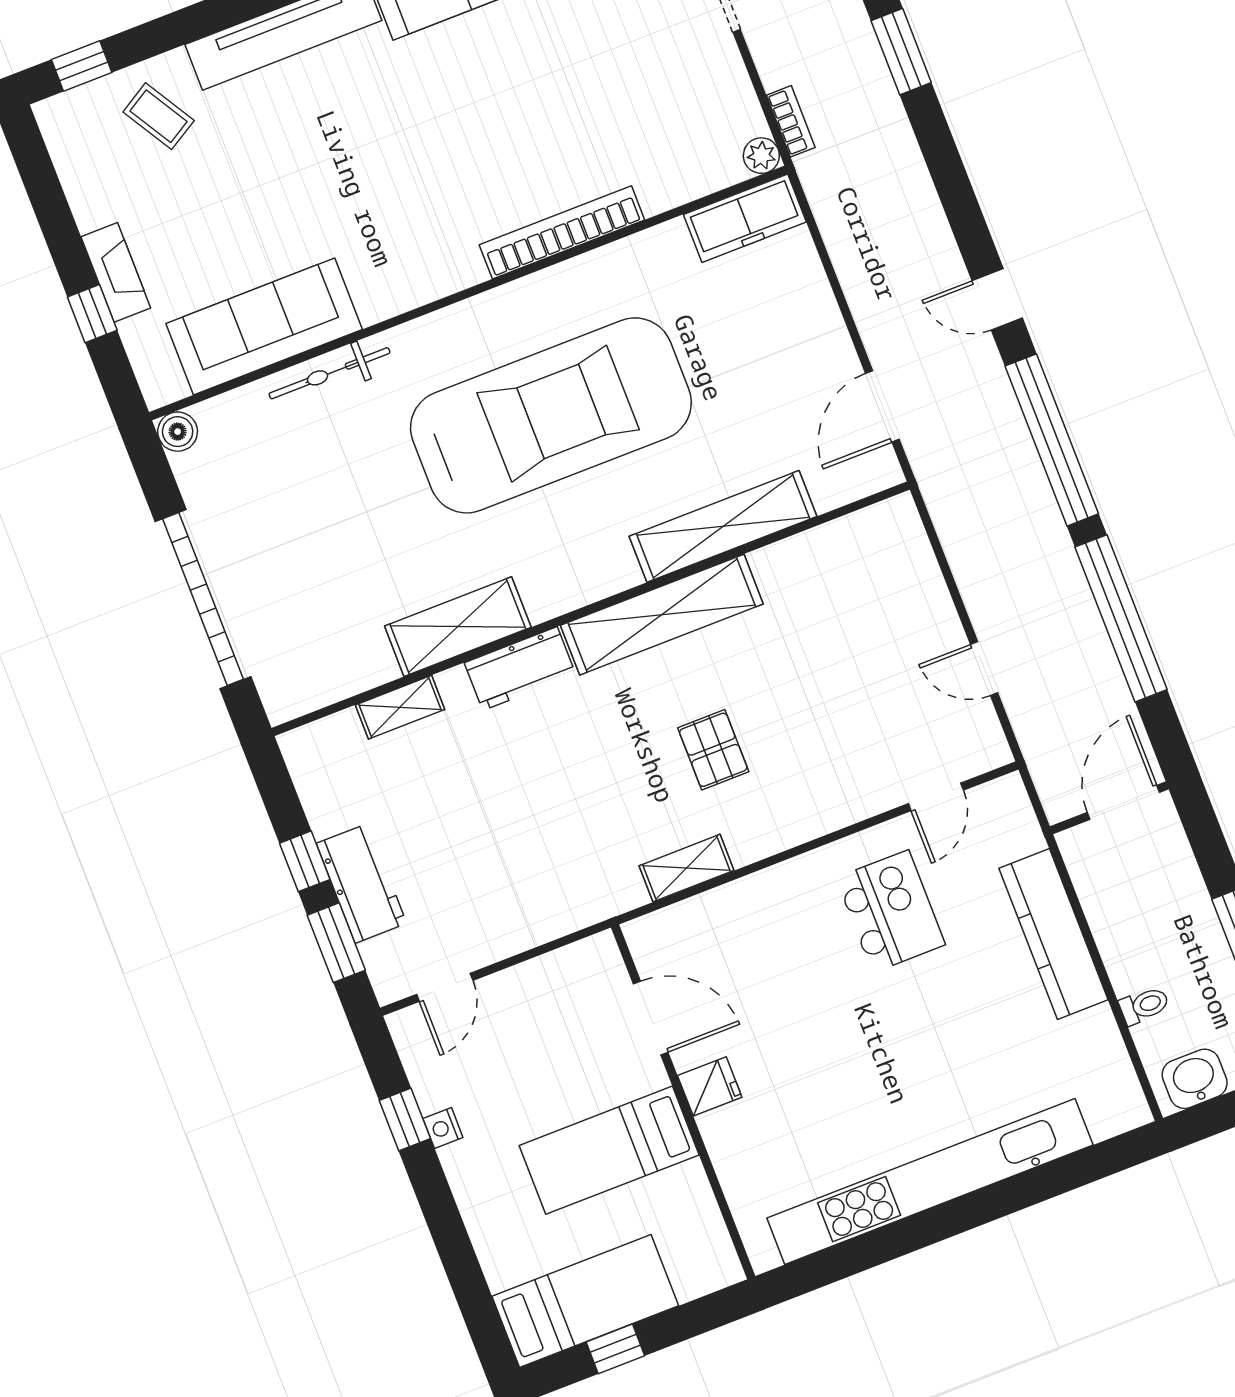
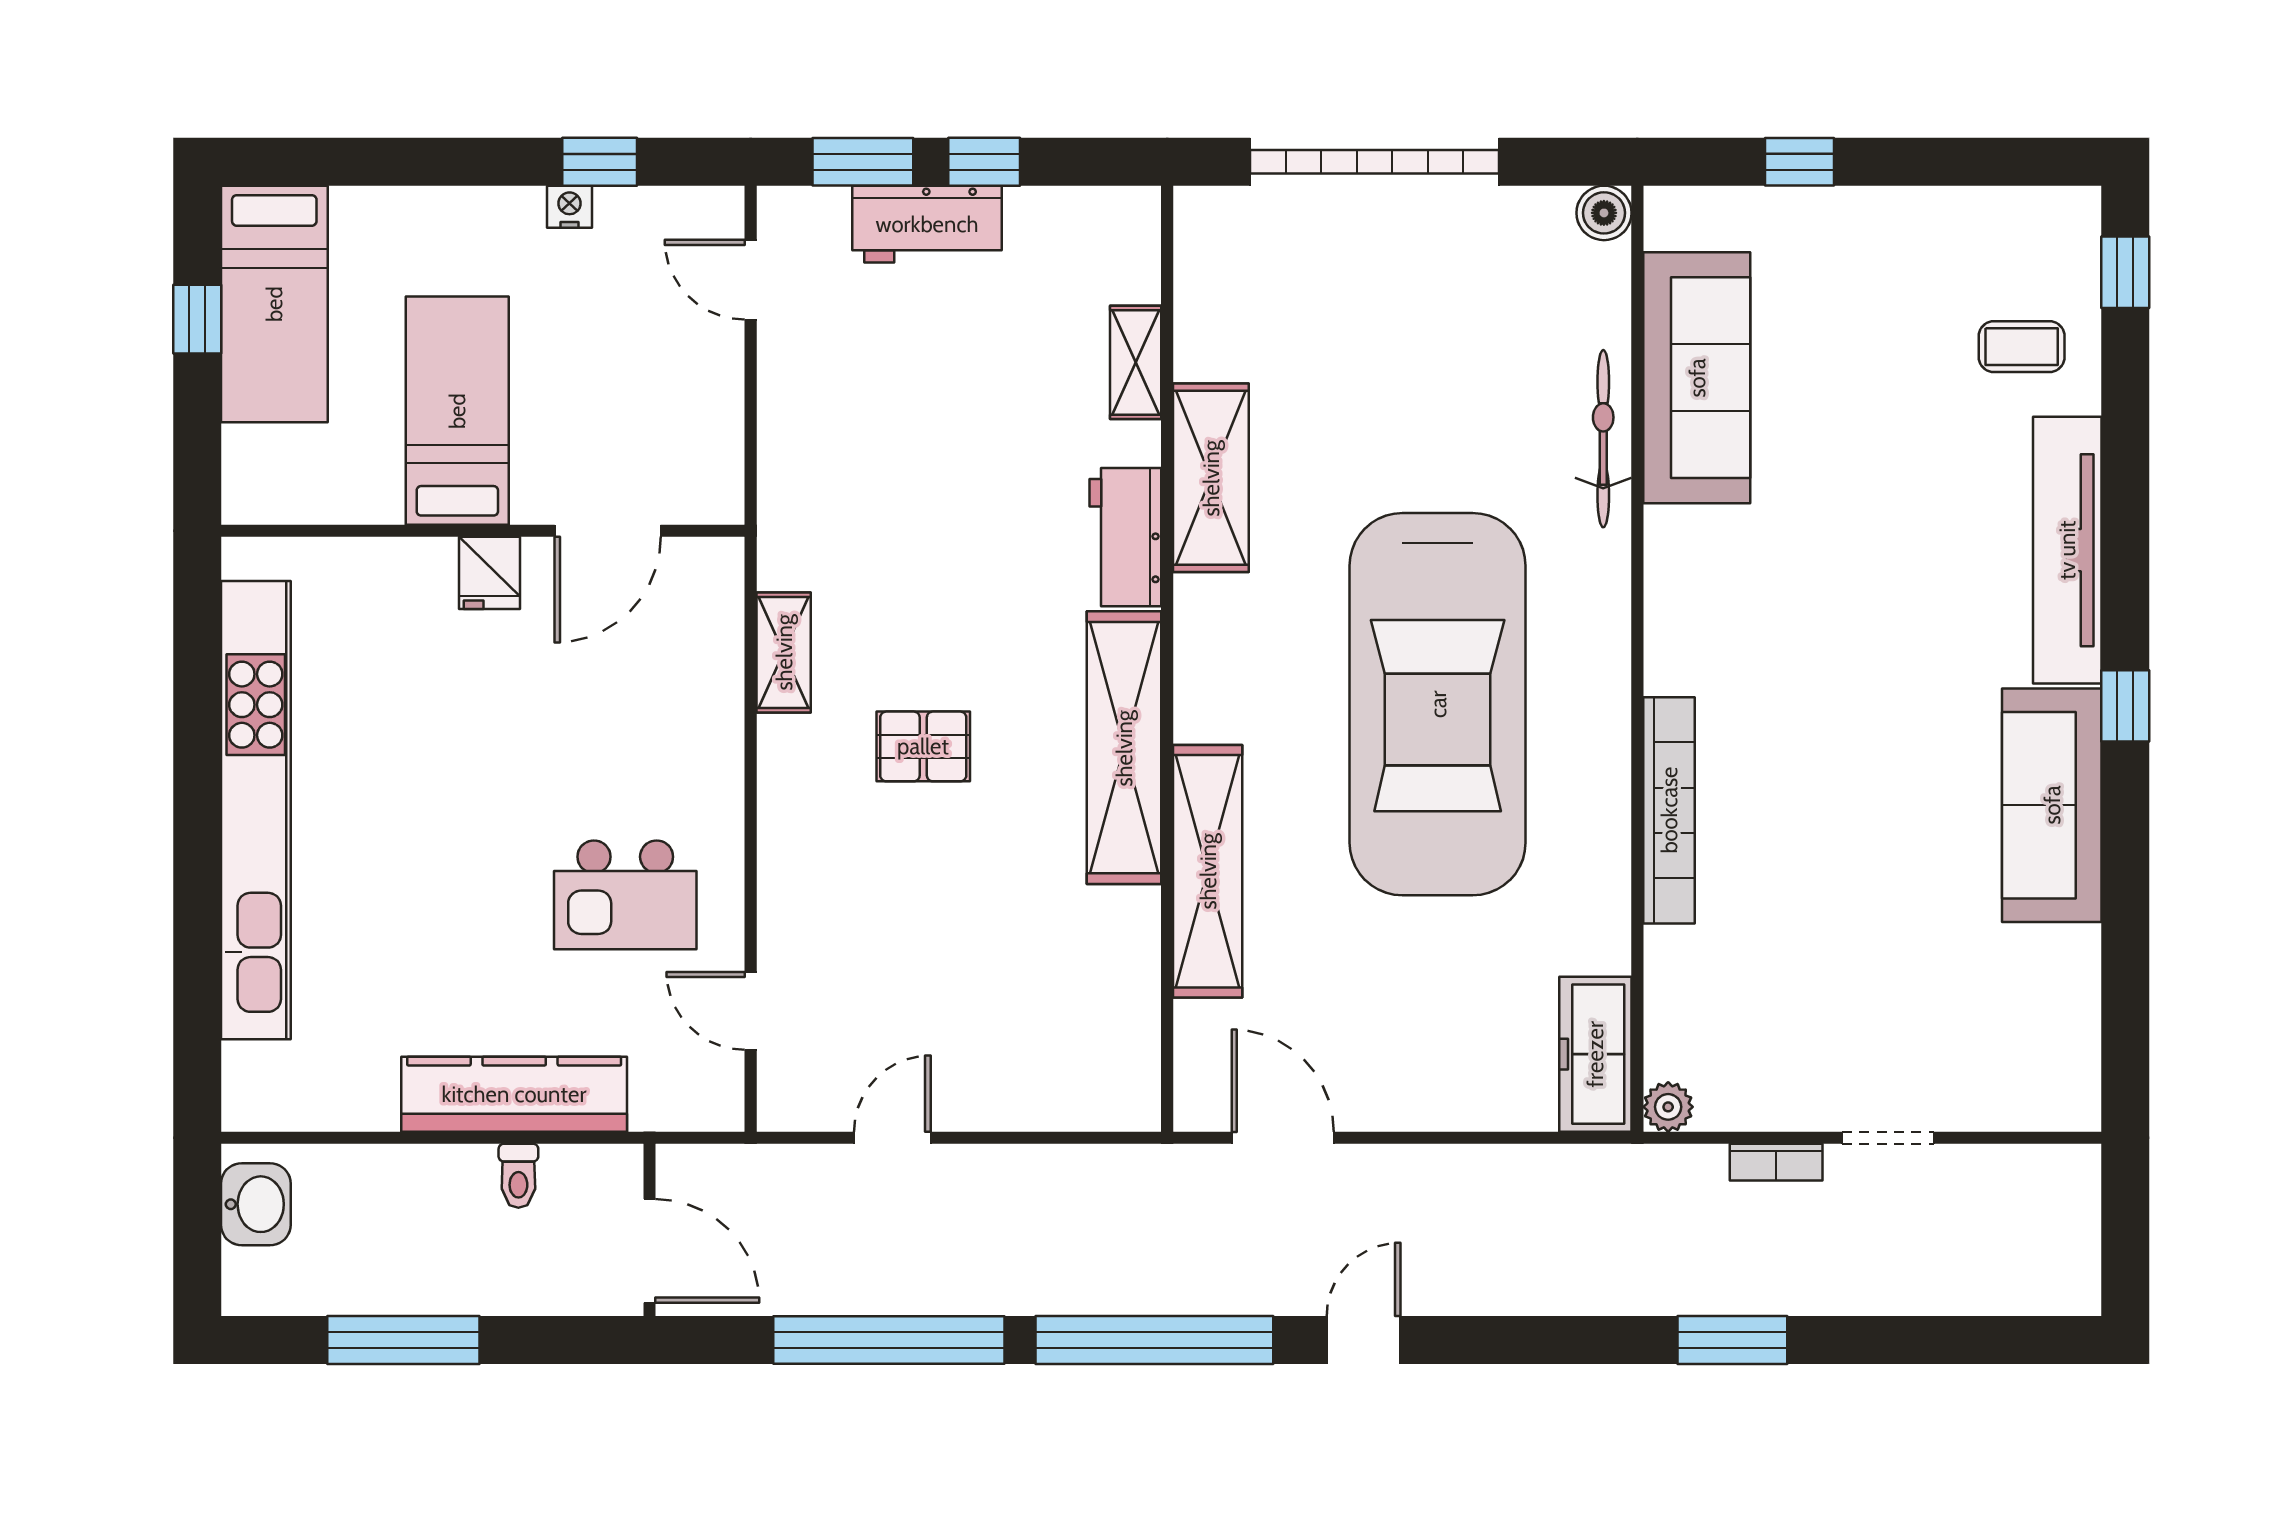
coffee table: (159, 116) -> (2022, 347), turned 31
bookcase: (791, 121) -> (1776, 1162), moved
fireplace: (116, 272) -> (1841, 213), removed
toilet: (1144, 1005) -> (518, 1176), moved

